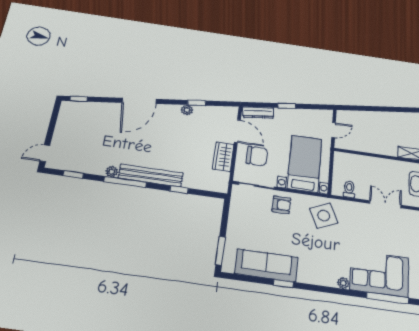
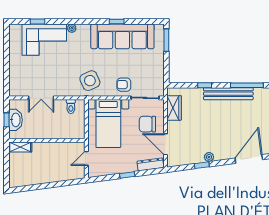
wardrobe: (223, 157) -> (174, 108), moved
plant: (112, 172) -> (259, 92), removed
sofa: (266, 265) -> (122, 36), width x1.36, depth x1.27
window: (388, 298) -> (38, 21), width x0.46

